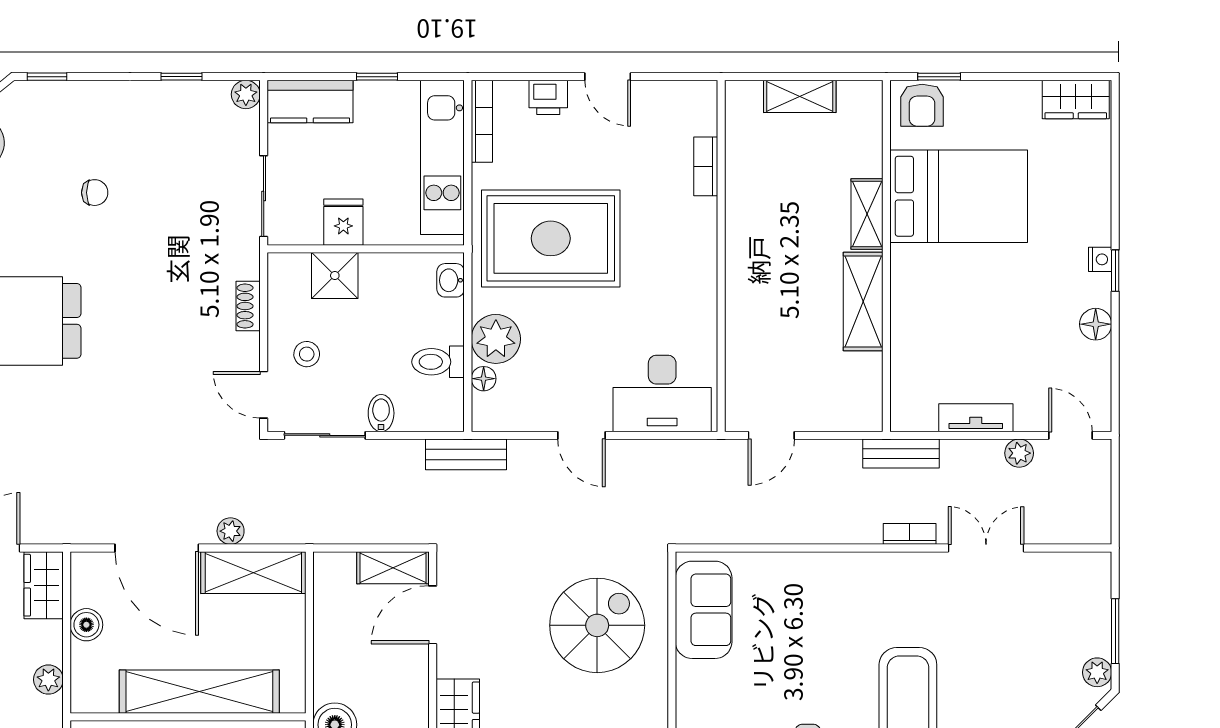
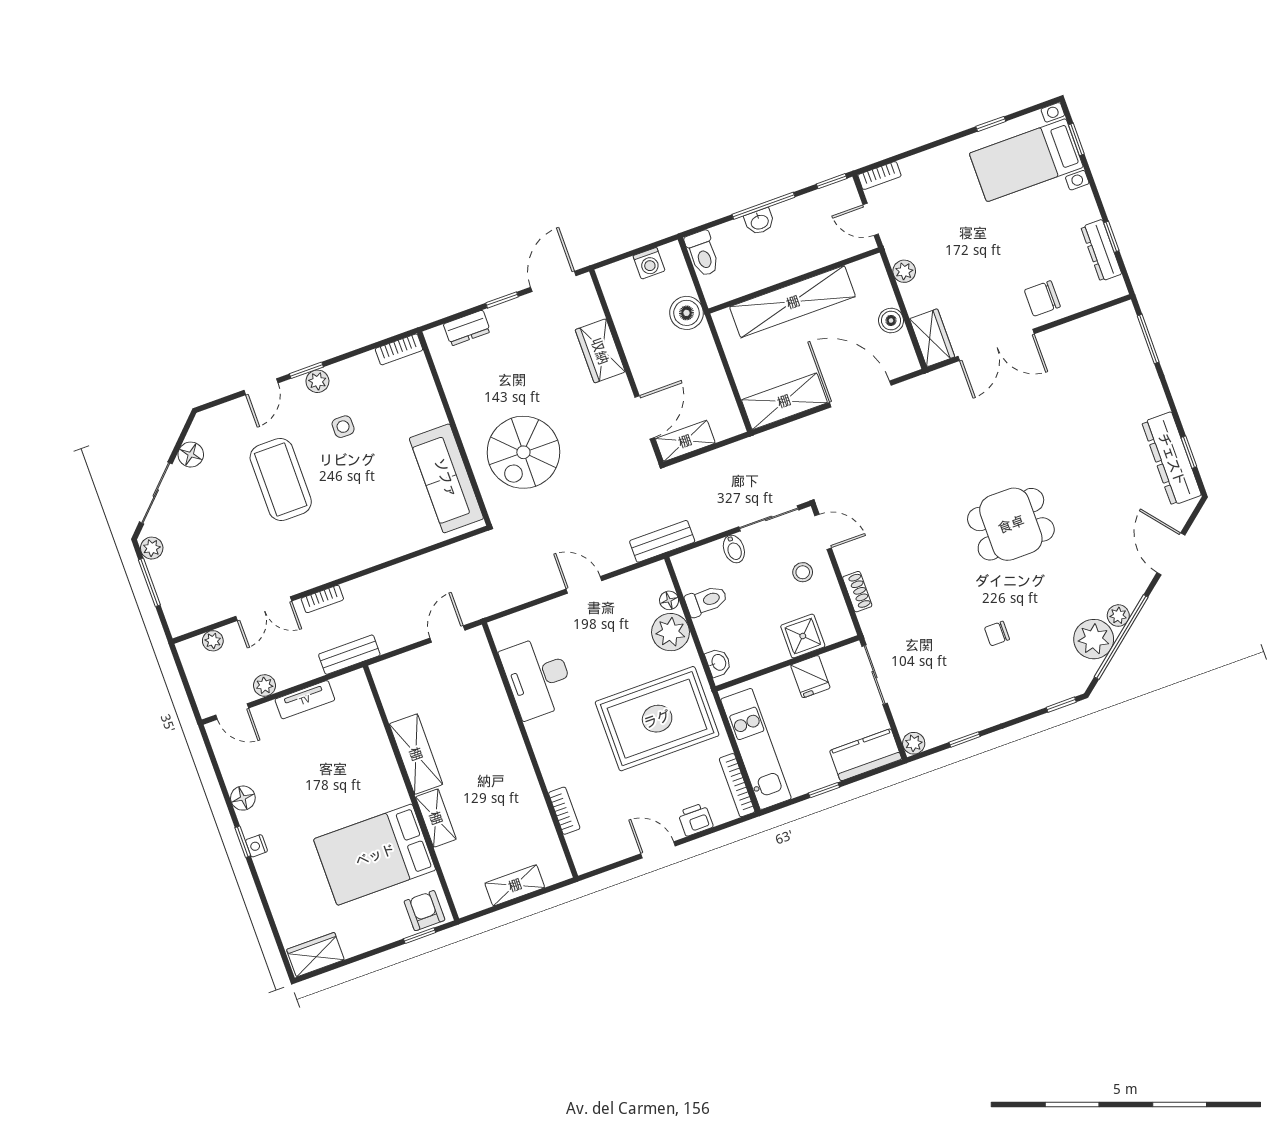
desk: (662, 393) -> (538, 677), moved, turned -90
plant: (231, 531) -> (213, 641), moved
sofa: (704, 610) -> (446, 478), width x1.36

